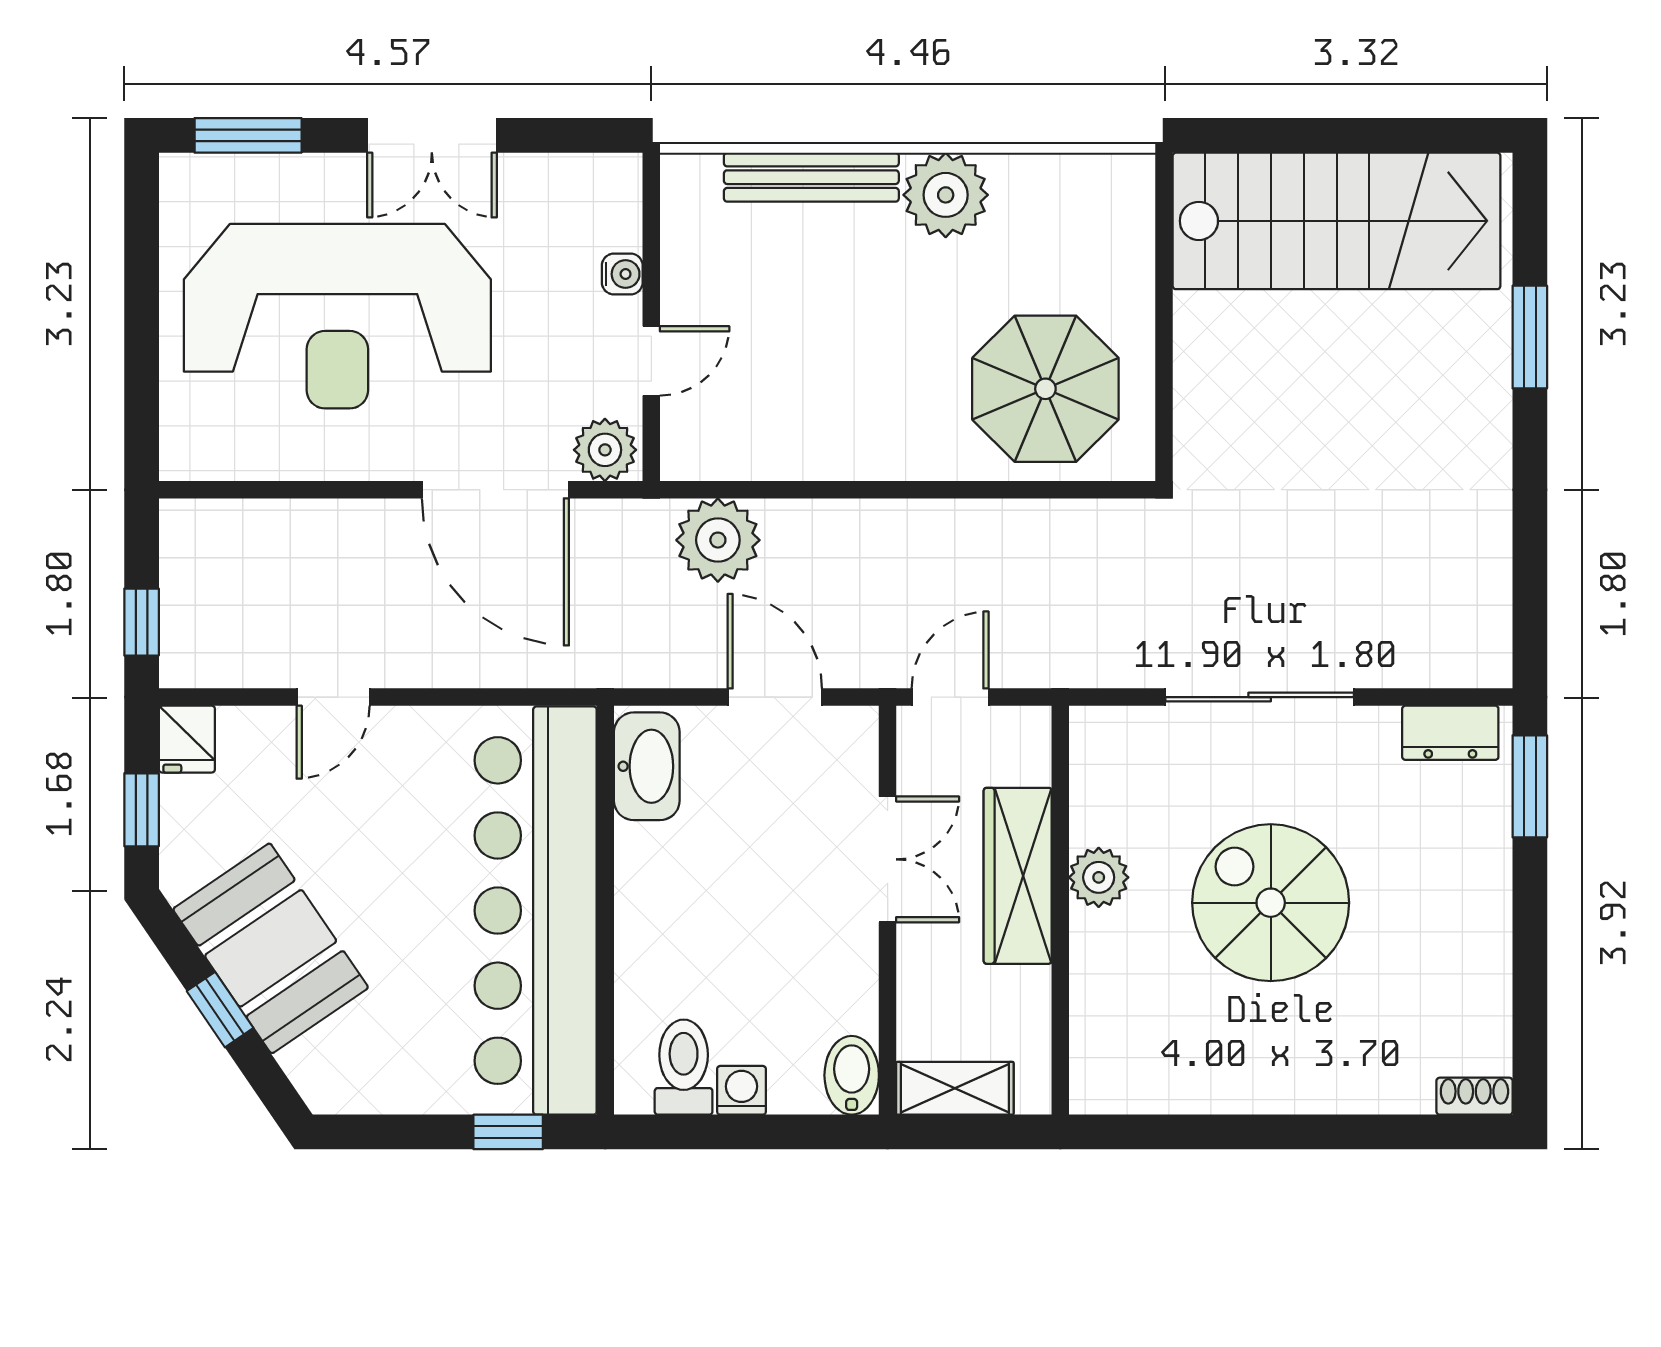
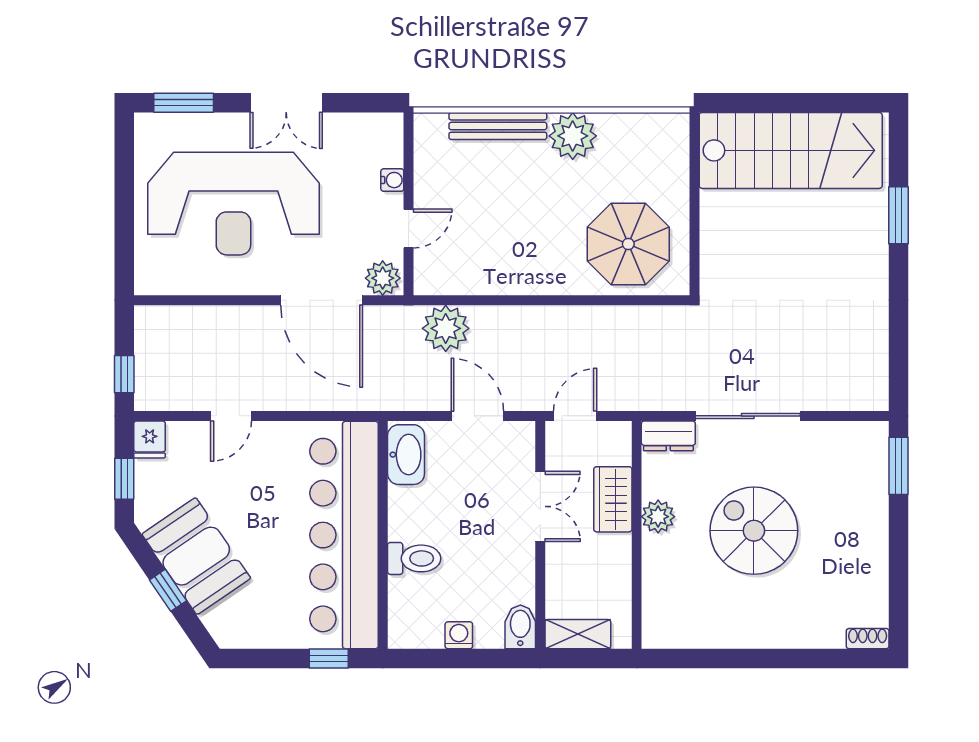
dresser: (1450, 733) -> (668, 436), moved
wardrobe: (1018, 876) -> (613, 499), width x0.67
toilet: (684, 1067) -> (414, 558), moved, turned 90

